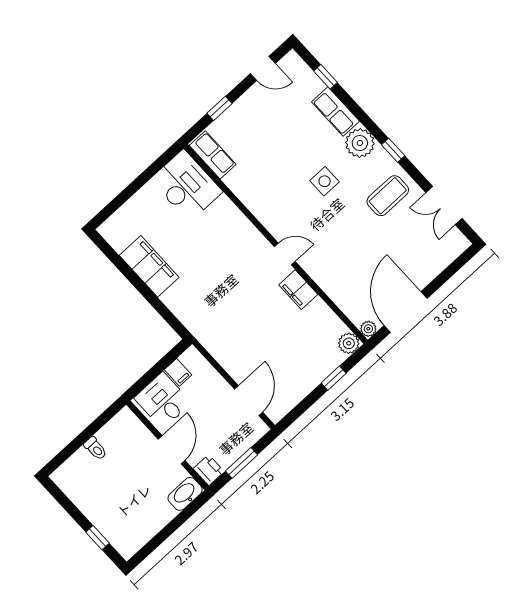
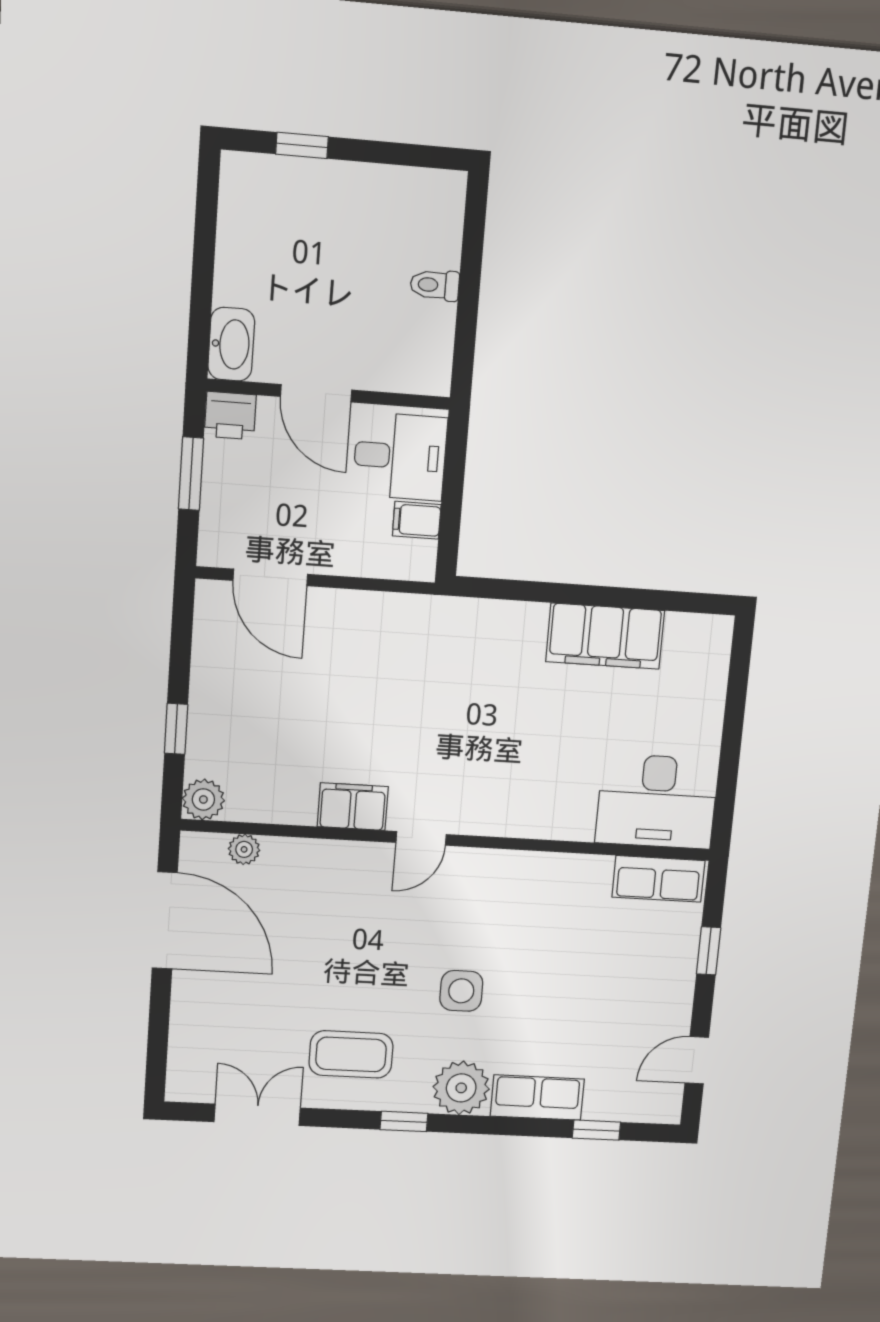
coffee table: (388, 196) -> (351, 1054), turned 90
plant: (368, 329) -> (244, 849), moved

